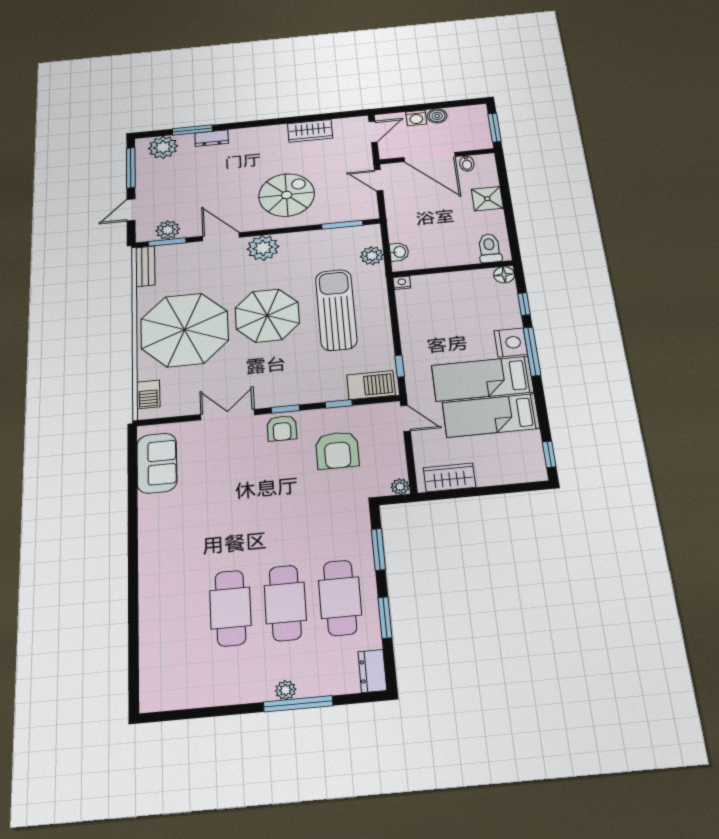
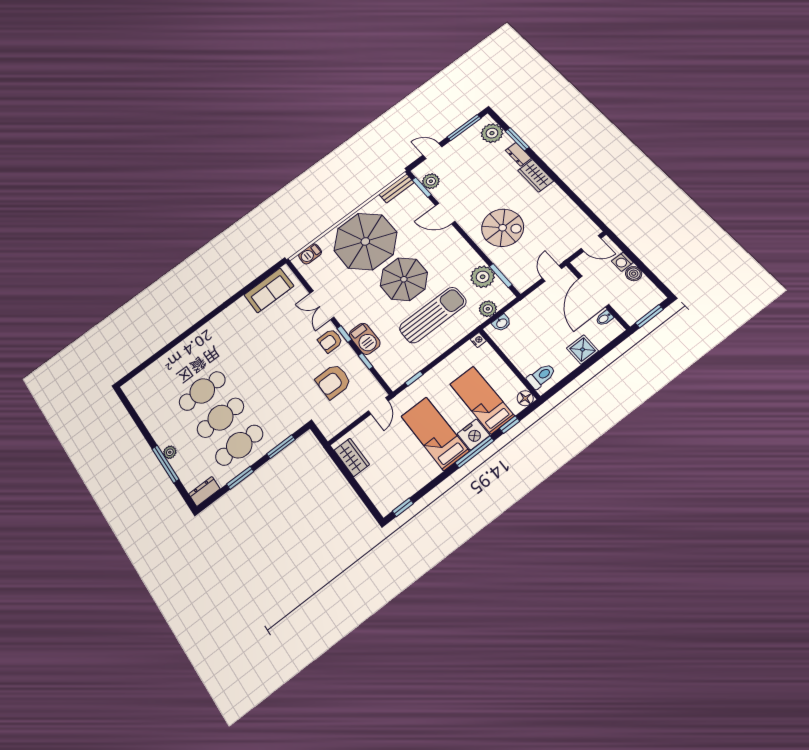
wardrobe: (310, 131) -> (536, 176), moved
door: (221, 237) -> (445, 214), swing flipped
plant: (263, 248) -> (483, 277), moved
barbecue: (371, 385) -> (365, 339), moved
double door: (228, 415) -> (322, 305), swing flipped
bed: (491, 415) -> (482, 400), moved
plant: (400, 487) -> (329, 433), removed

